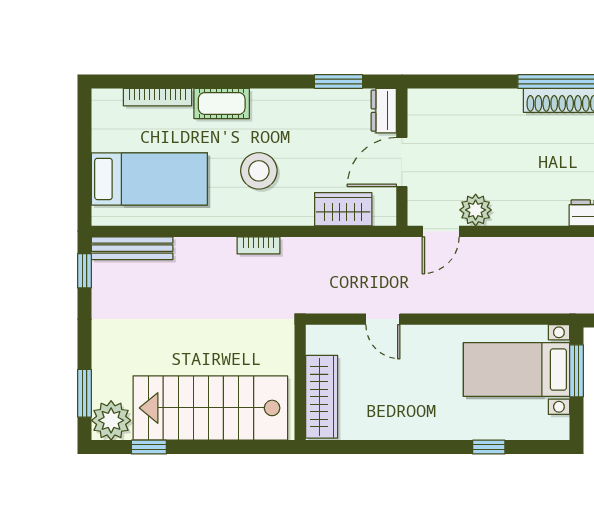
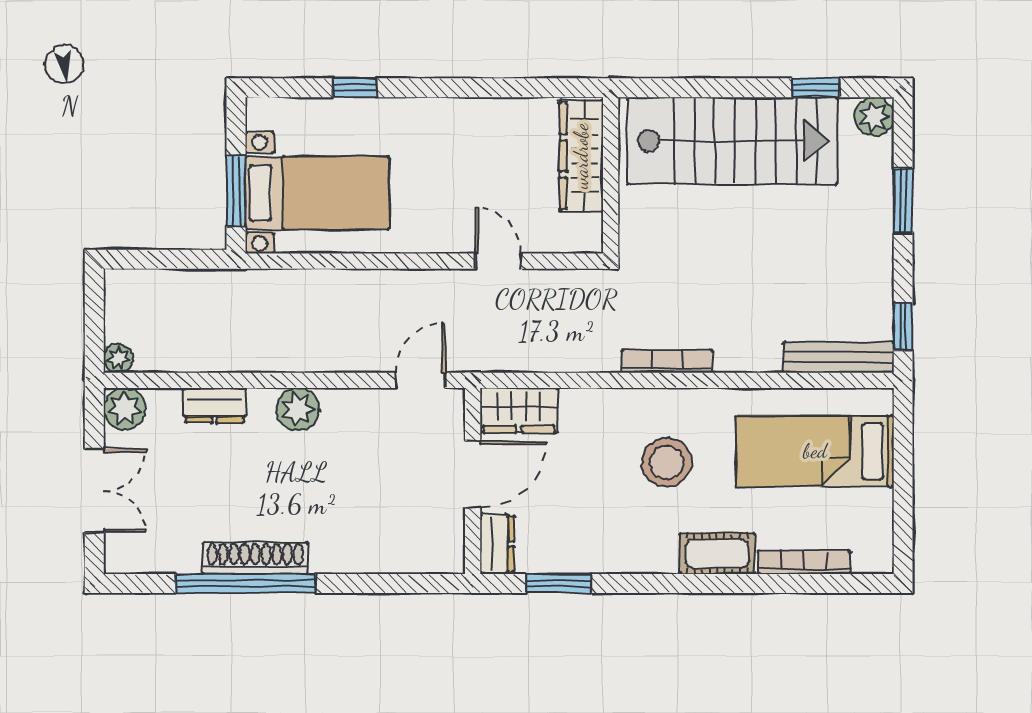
wardrobe: (343, 209) -> (519, 410), moved
plant: (476, 210) -> (298, 409), moved
bookcase: (259, 245) -> (667, 361), width x1.56
window: (84, 393) -> (903, 201), moved
plant: (111, 420) -> (874, 117), width x0.73, depth x0.73

